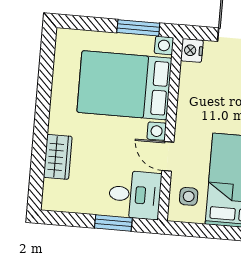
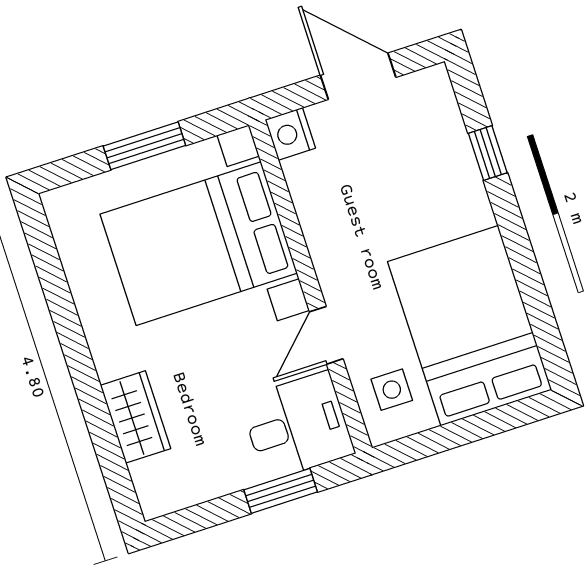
window: (138, 28) -> (144, 146), moved
door: (168, 156) -> (326, 335), hinge flipped

